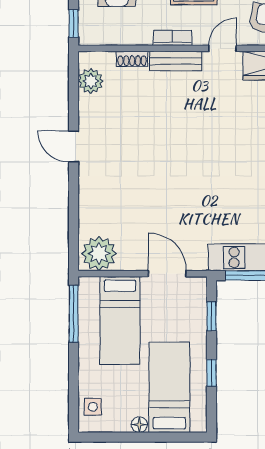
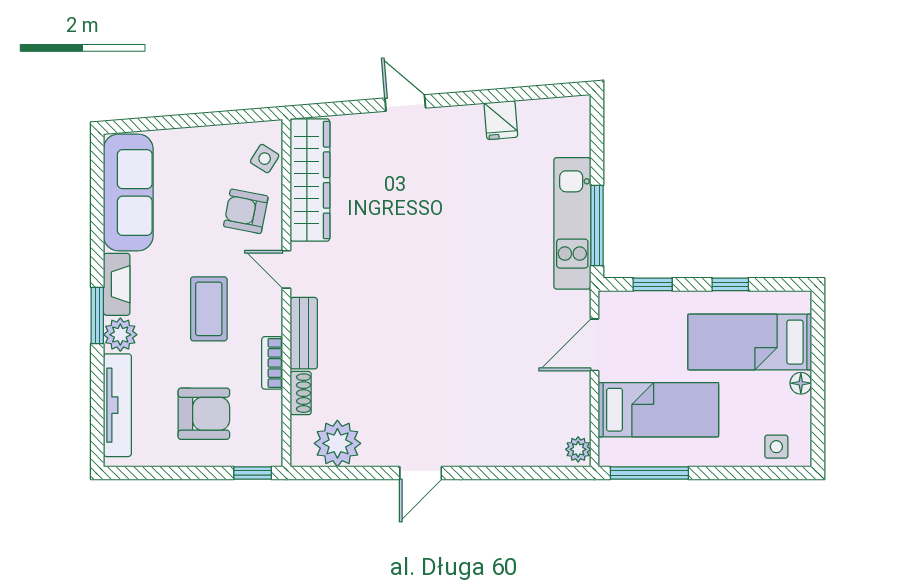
bookcase: (173, 38) -> (272, 363), moved
plant: (91, 81) -> (337, 443), width x1.36, depth x1.36
plant: (99, 254) -> (578, 449), width x0.53, depth x0.53

